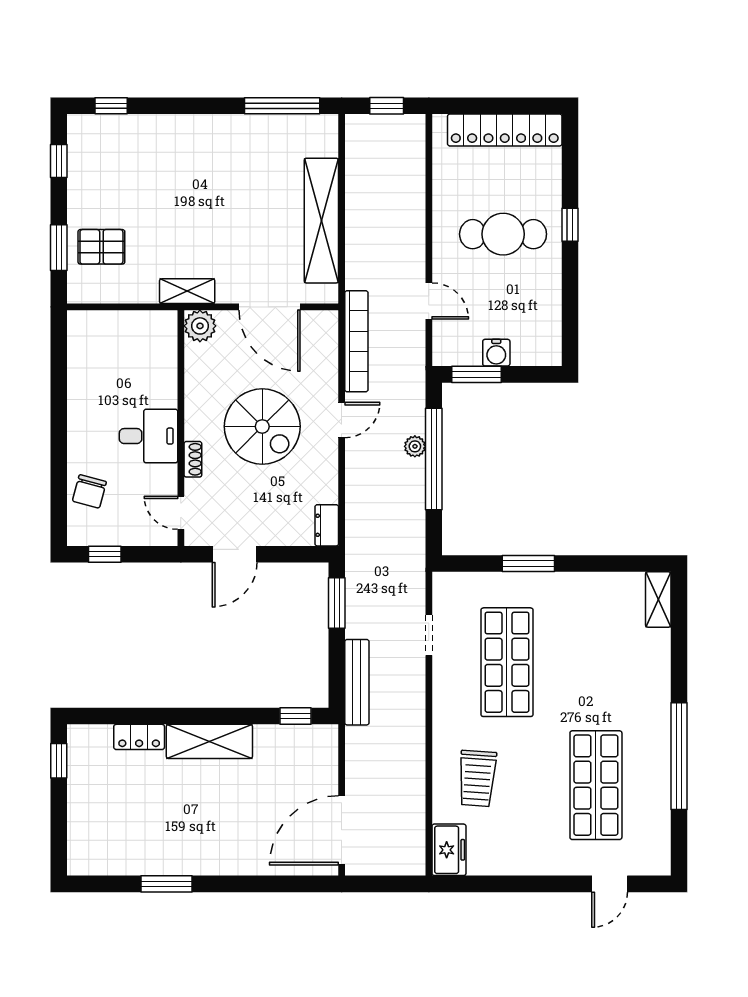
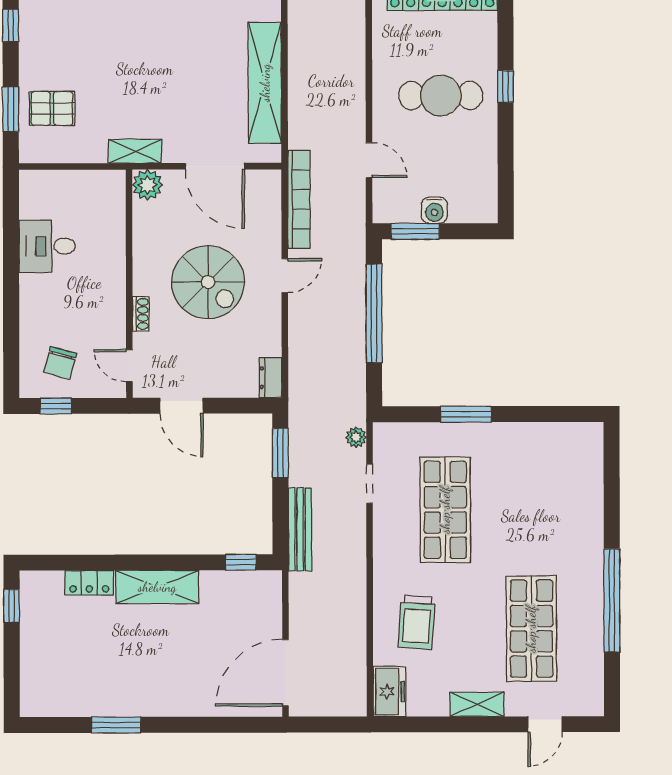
desk: (149, 436) -> (47, 246), moved, turned 180
plant: (415, 446) -> (356, 437), moved
chair: (89, 491) -> (60, 363), moved
door: (235, 554) -> (181, 406), hinge flipped
shelving: (658, 599) -> (477, 704), moved, turned 90

